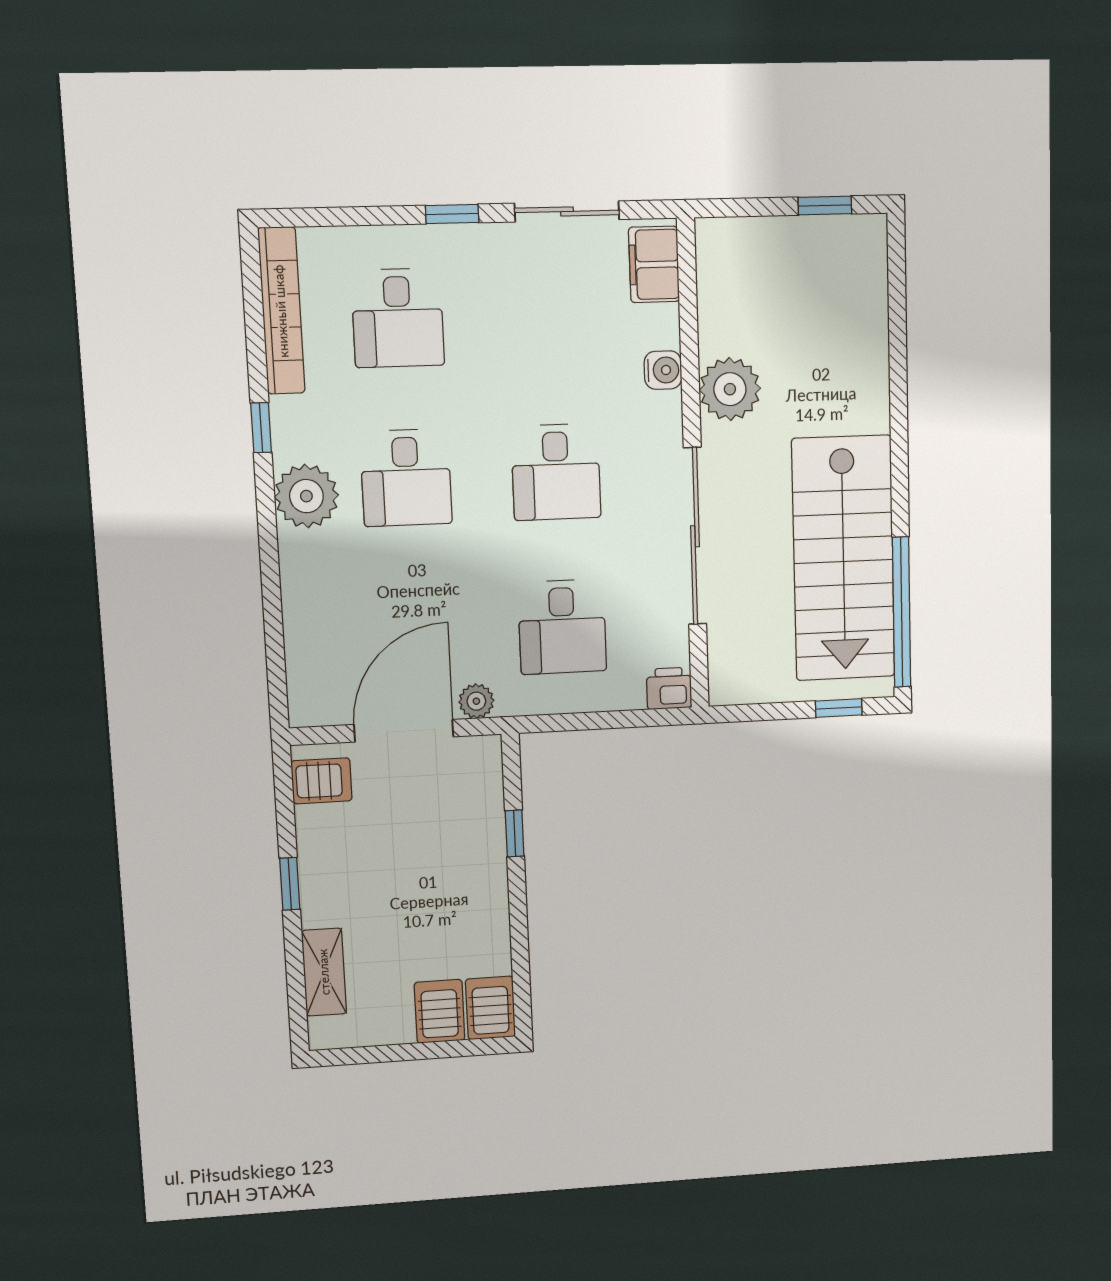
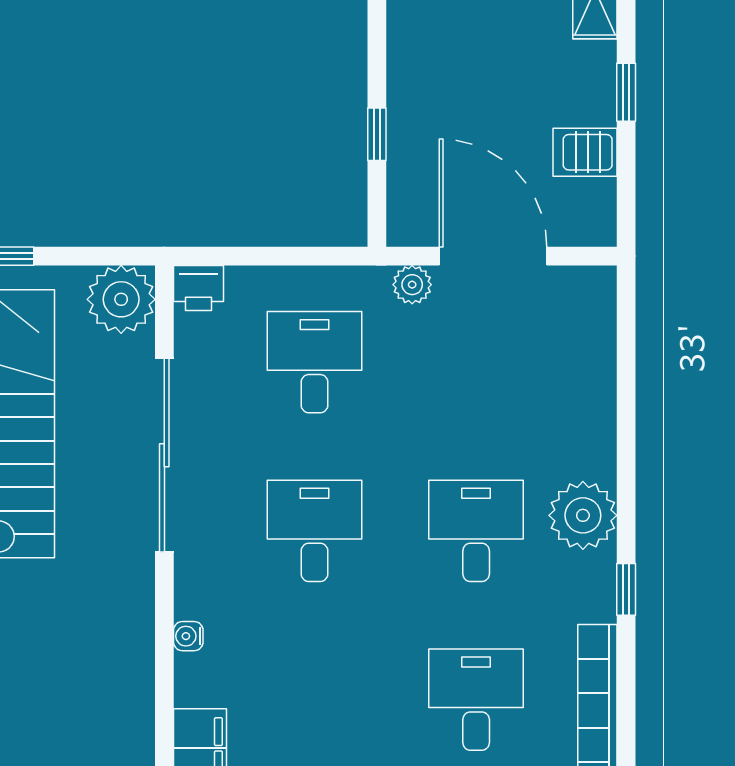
water cooler: (663, 370) -> (188, 636), width x0.72, depth x0.72
plant: (730, 389) -> (121, 299), moved
door: (404, 731) -> (493, 256), swing flipped
server rack: (321, 781) -> (585, 152), moved

